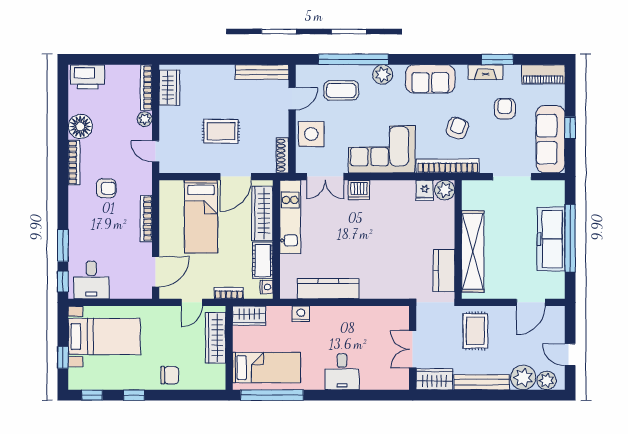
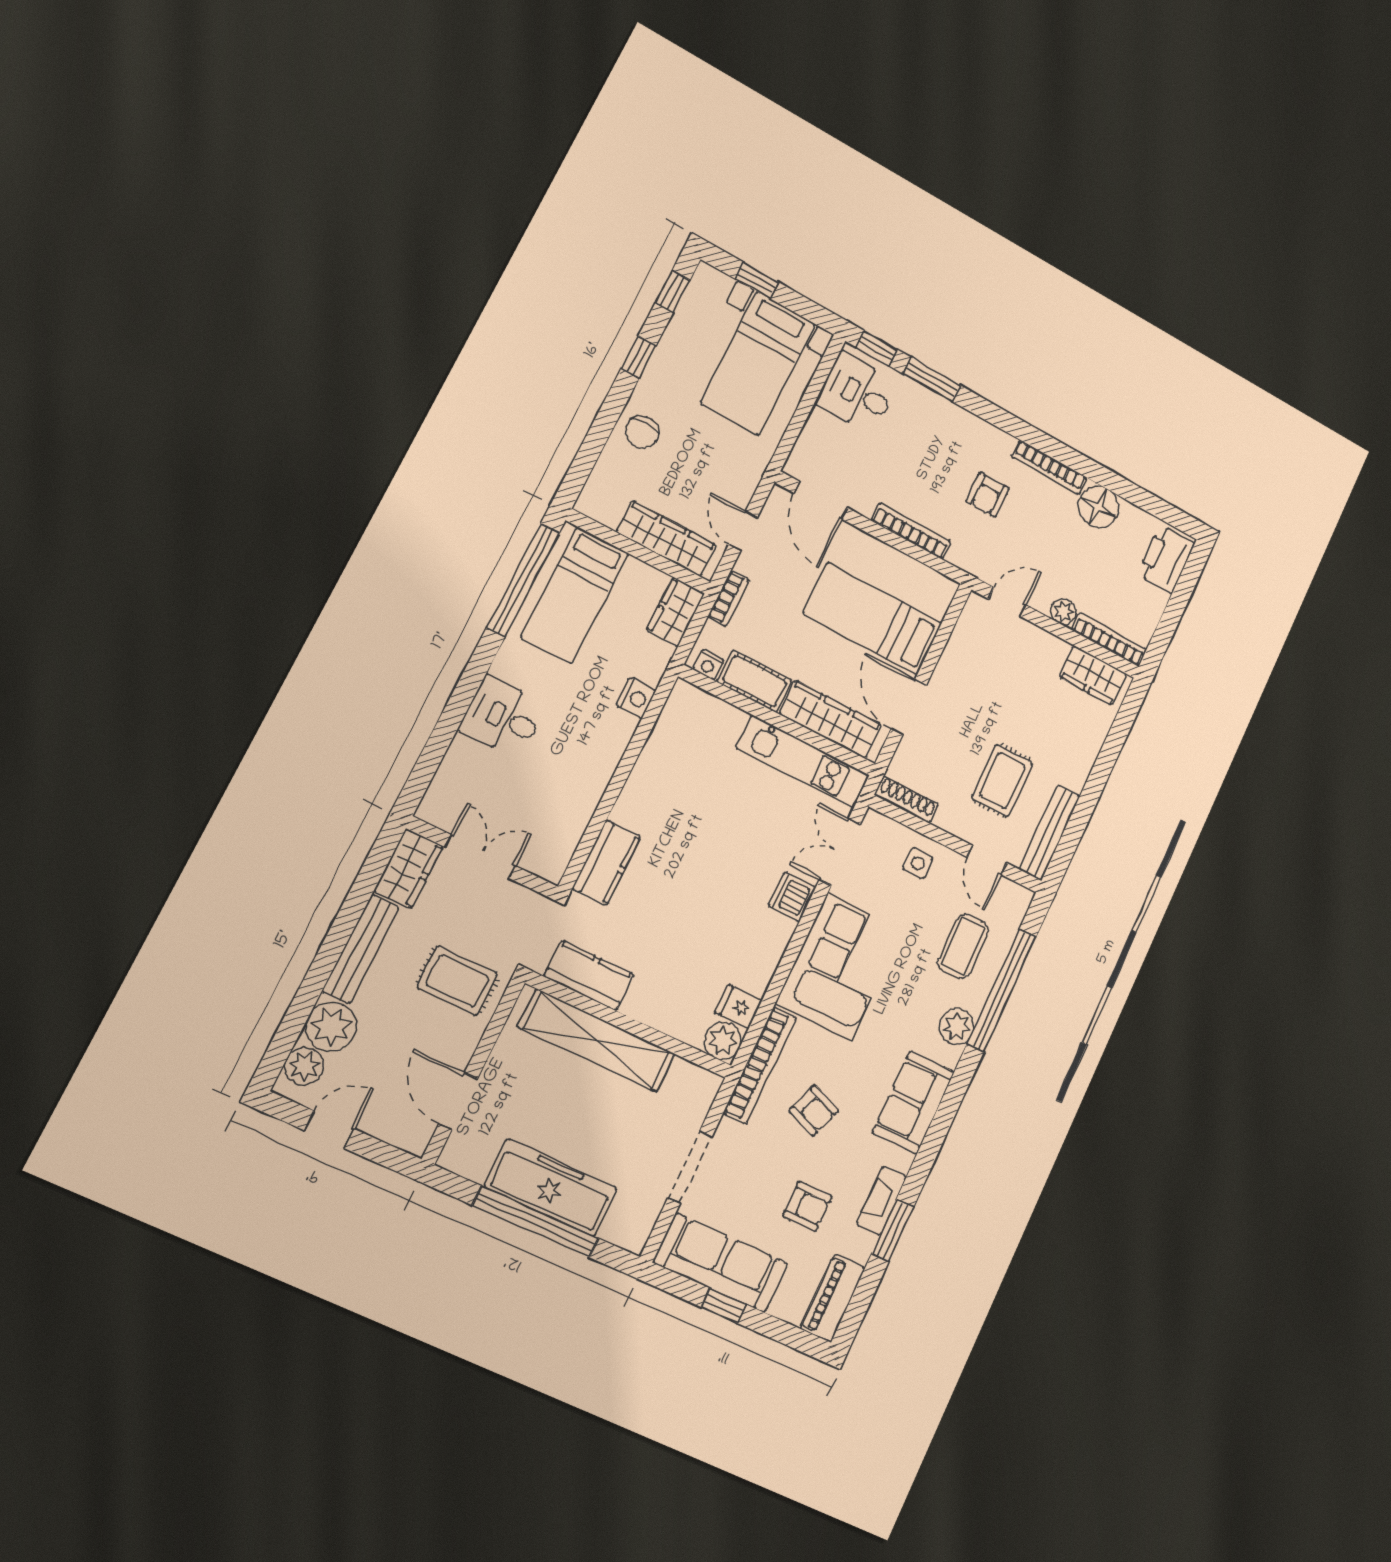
rug: (221, 131) -> (1002, 781), moved
side table: (311, 134) -> (918, 863), width x0.54, depth x0.54
kitchen counter: (328, 289) -> (606, 863), moved, width x0.67

